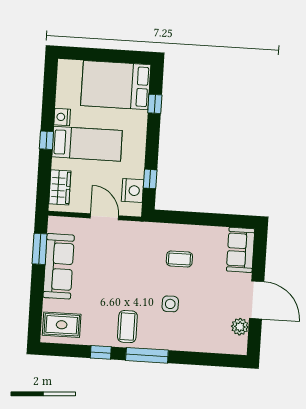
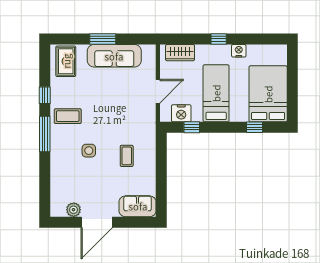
bed: (87, 144) -> (216, 93), moved, turned 180
window: (40, 249) -> (103, 39), moved

